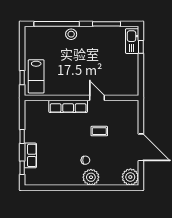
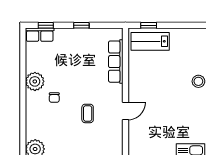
row of seats: (68, 106) -> (116, 62), moved
row of seats: (30, 155) -> (40, 35), moved
plant: (91, 177) -> (35, 81), moved

